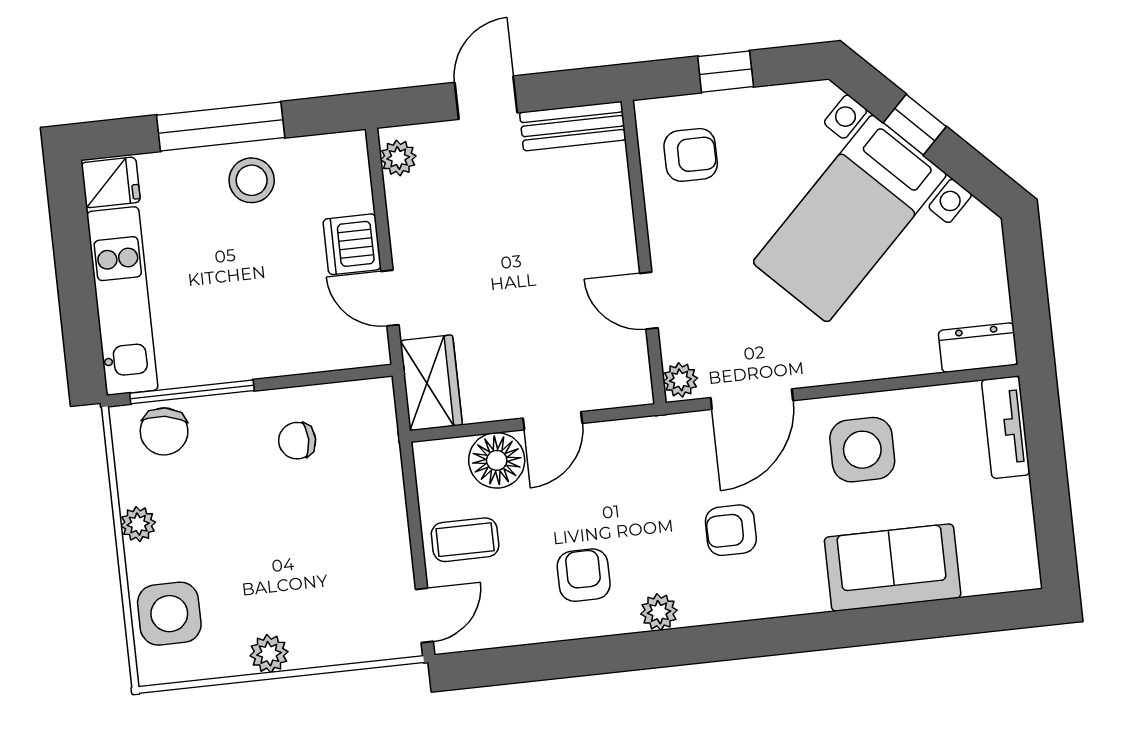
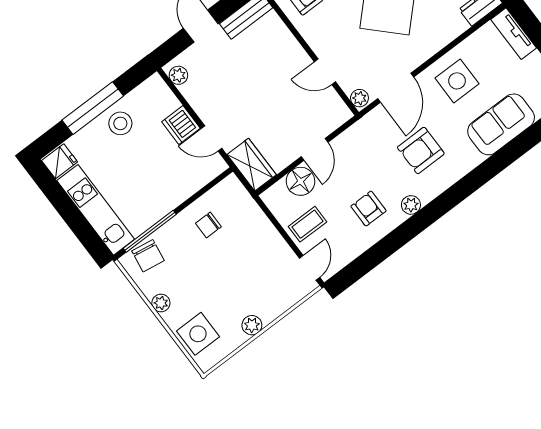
armchair: (731, 530) -> (421, 150), width x1.38, depth x1.38

